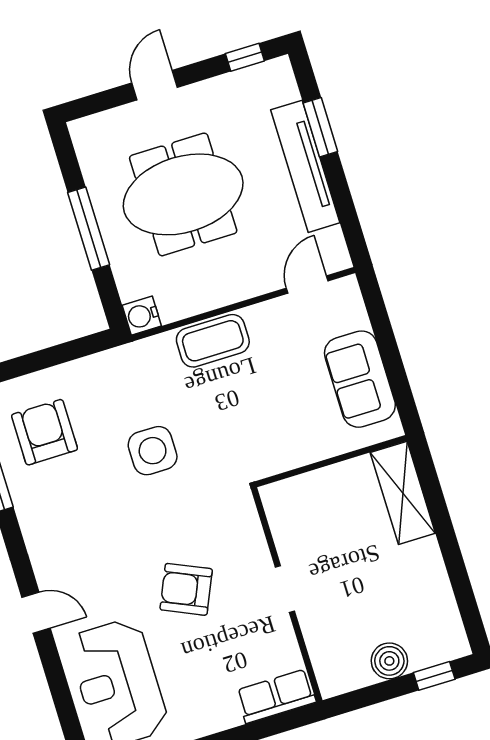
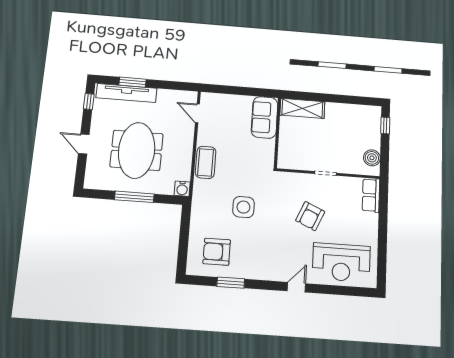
tv unit: (305, 166) -> (126, 93), moved
sofa: (360, 379) -> (265, 117), moved, turned 90
boiler: (389, 661) -> (372, 158), moved

